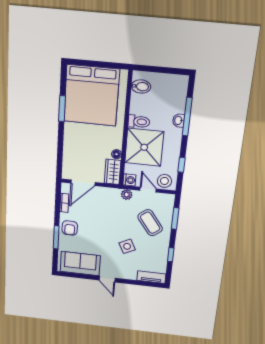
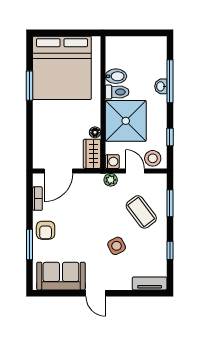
bidet: (141, 86) -> (116, 76), moved

